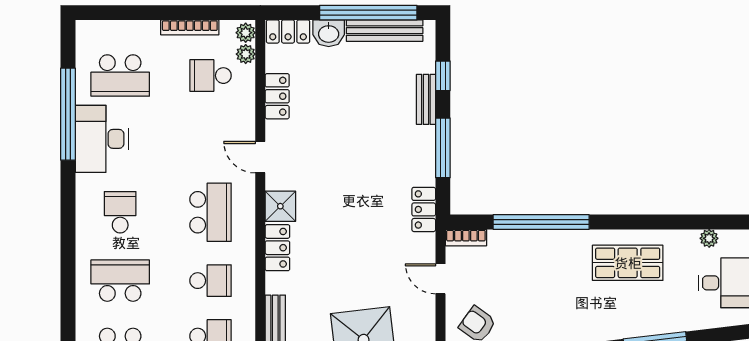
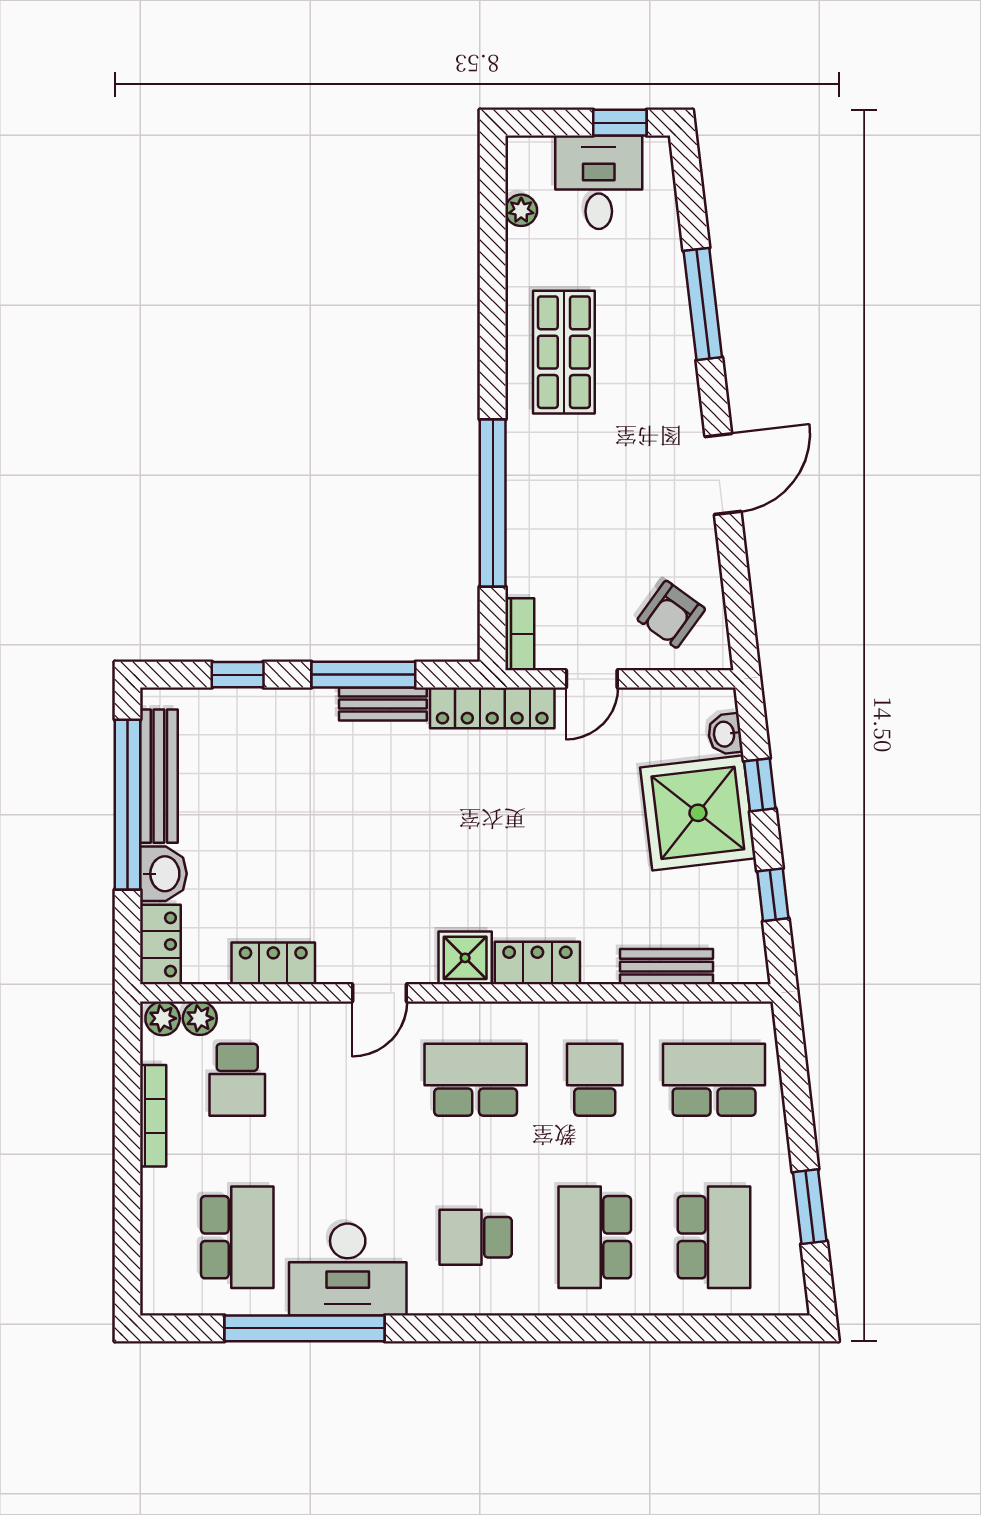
bench: (426, 99) -> (383, 704), moved
locker: (424, 209) -> (492, 708), width x1.53

